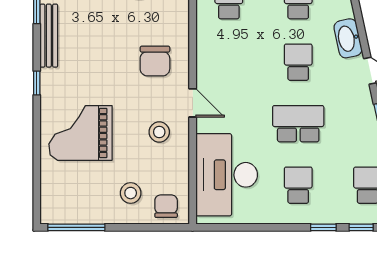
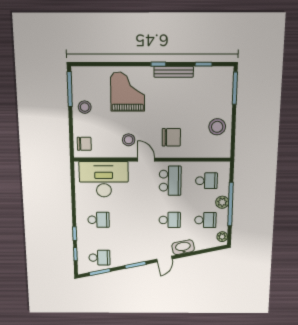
bench: (49, 36) -> (174, 72), moved
chair: (155, 61) -> (171, 137), turned 180
door: (193, 103) -> (146, 160), swing flipped
school desk: (298, 124) -> (170, 181), moved
stool: (131, 193) -> (85, 107), moved

